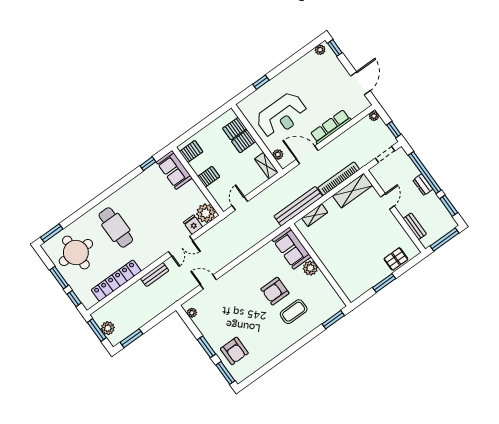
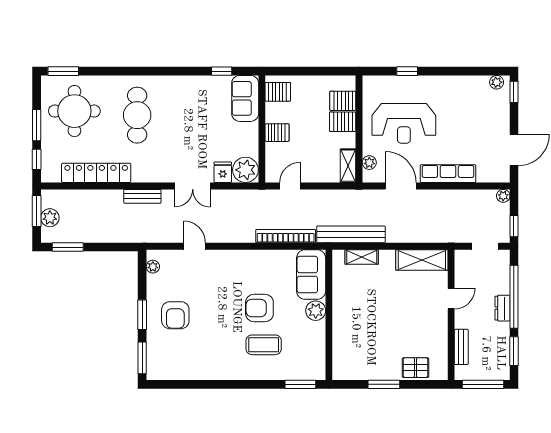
bookcase: (339, 179) -> (286, 236), moved
armchair: (234, 351) -> (175, 315), moved

